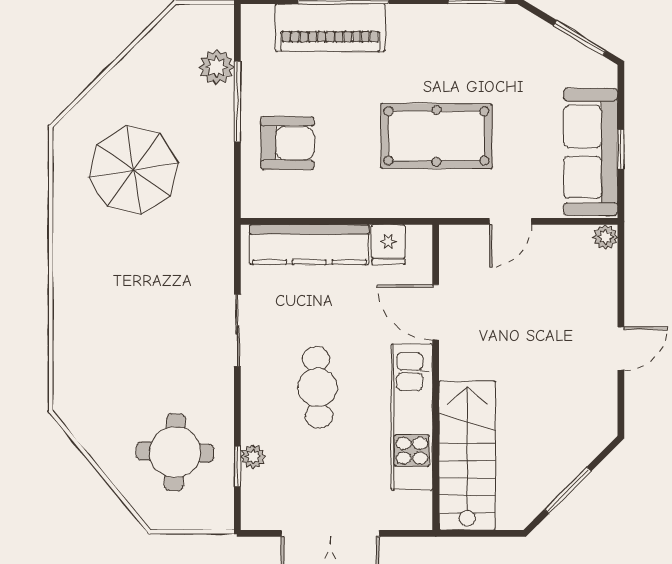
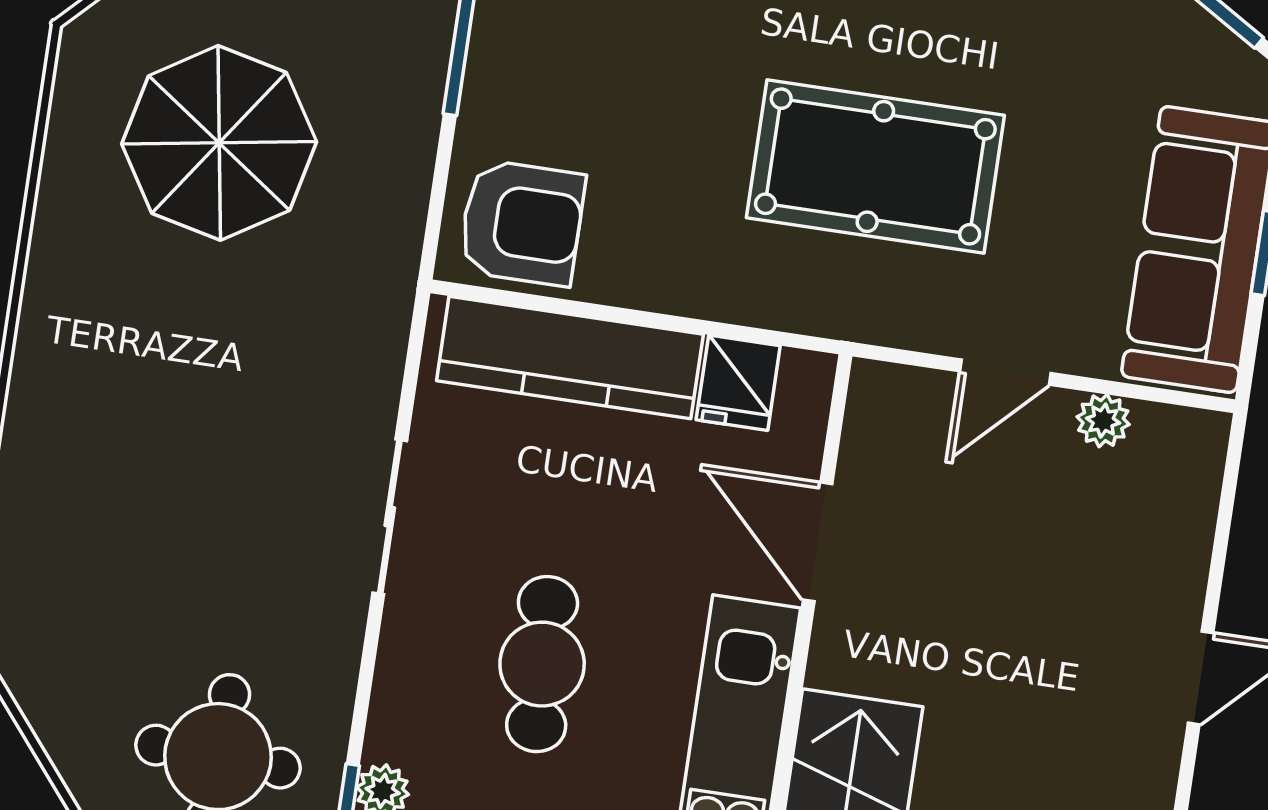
armchair: (287, 143) -> (522, 223), moved
plant: (605, 237) -> (1103, 421), moved

